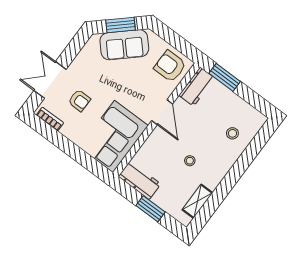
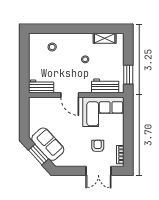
armchair: (170, 66) -> (41, 110), removed
window: (225, 77) -> (24, 75), removed
door: (162, 112) -> (70, 95), swing flipped
workbench: (139, 180) -> (105, 86), moved, turned 90
window: (150, 209) -> (128, 75), moved

